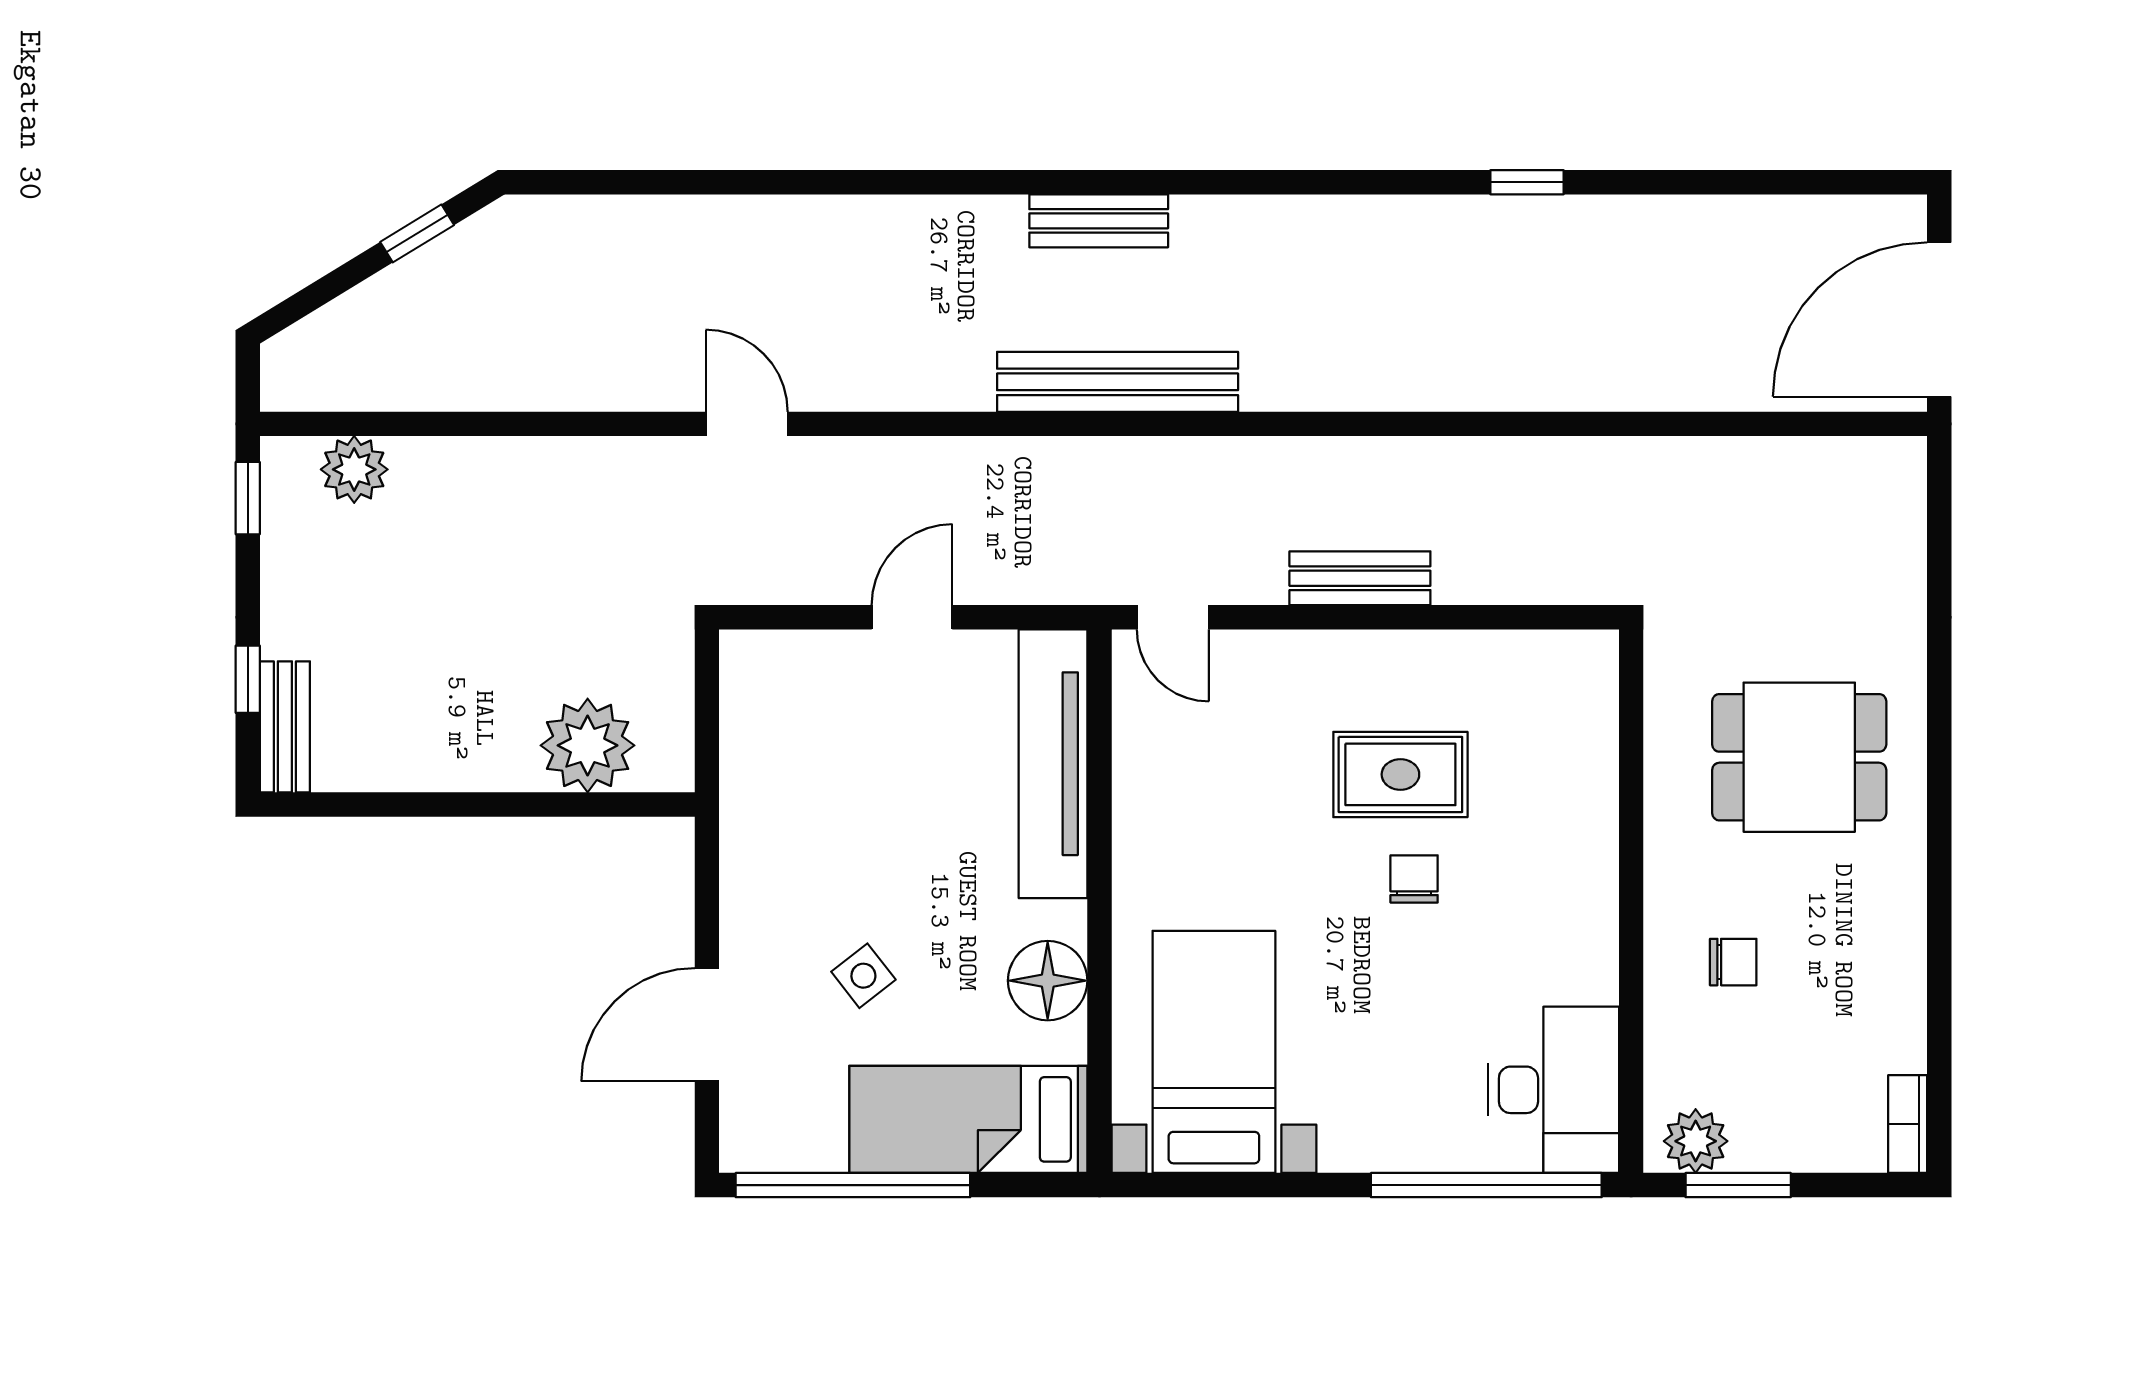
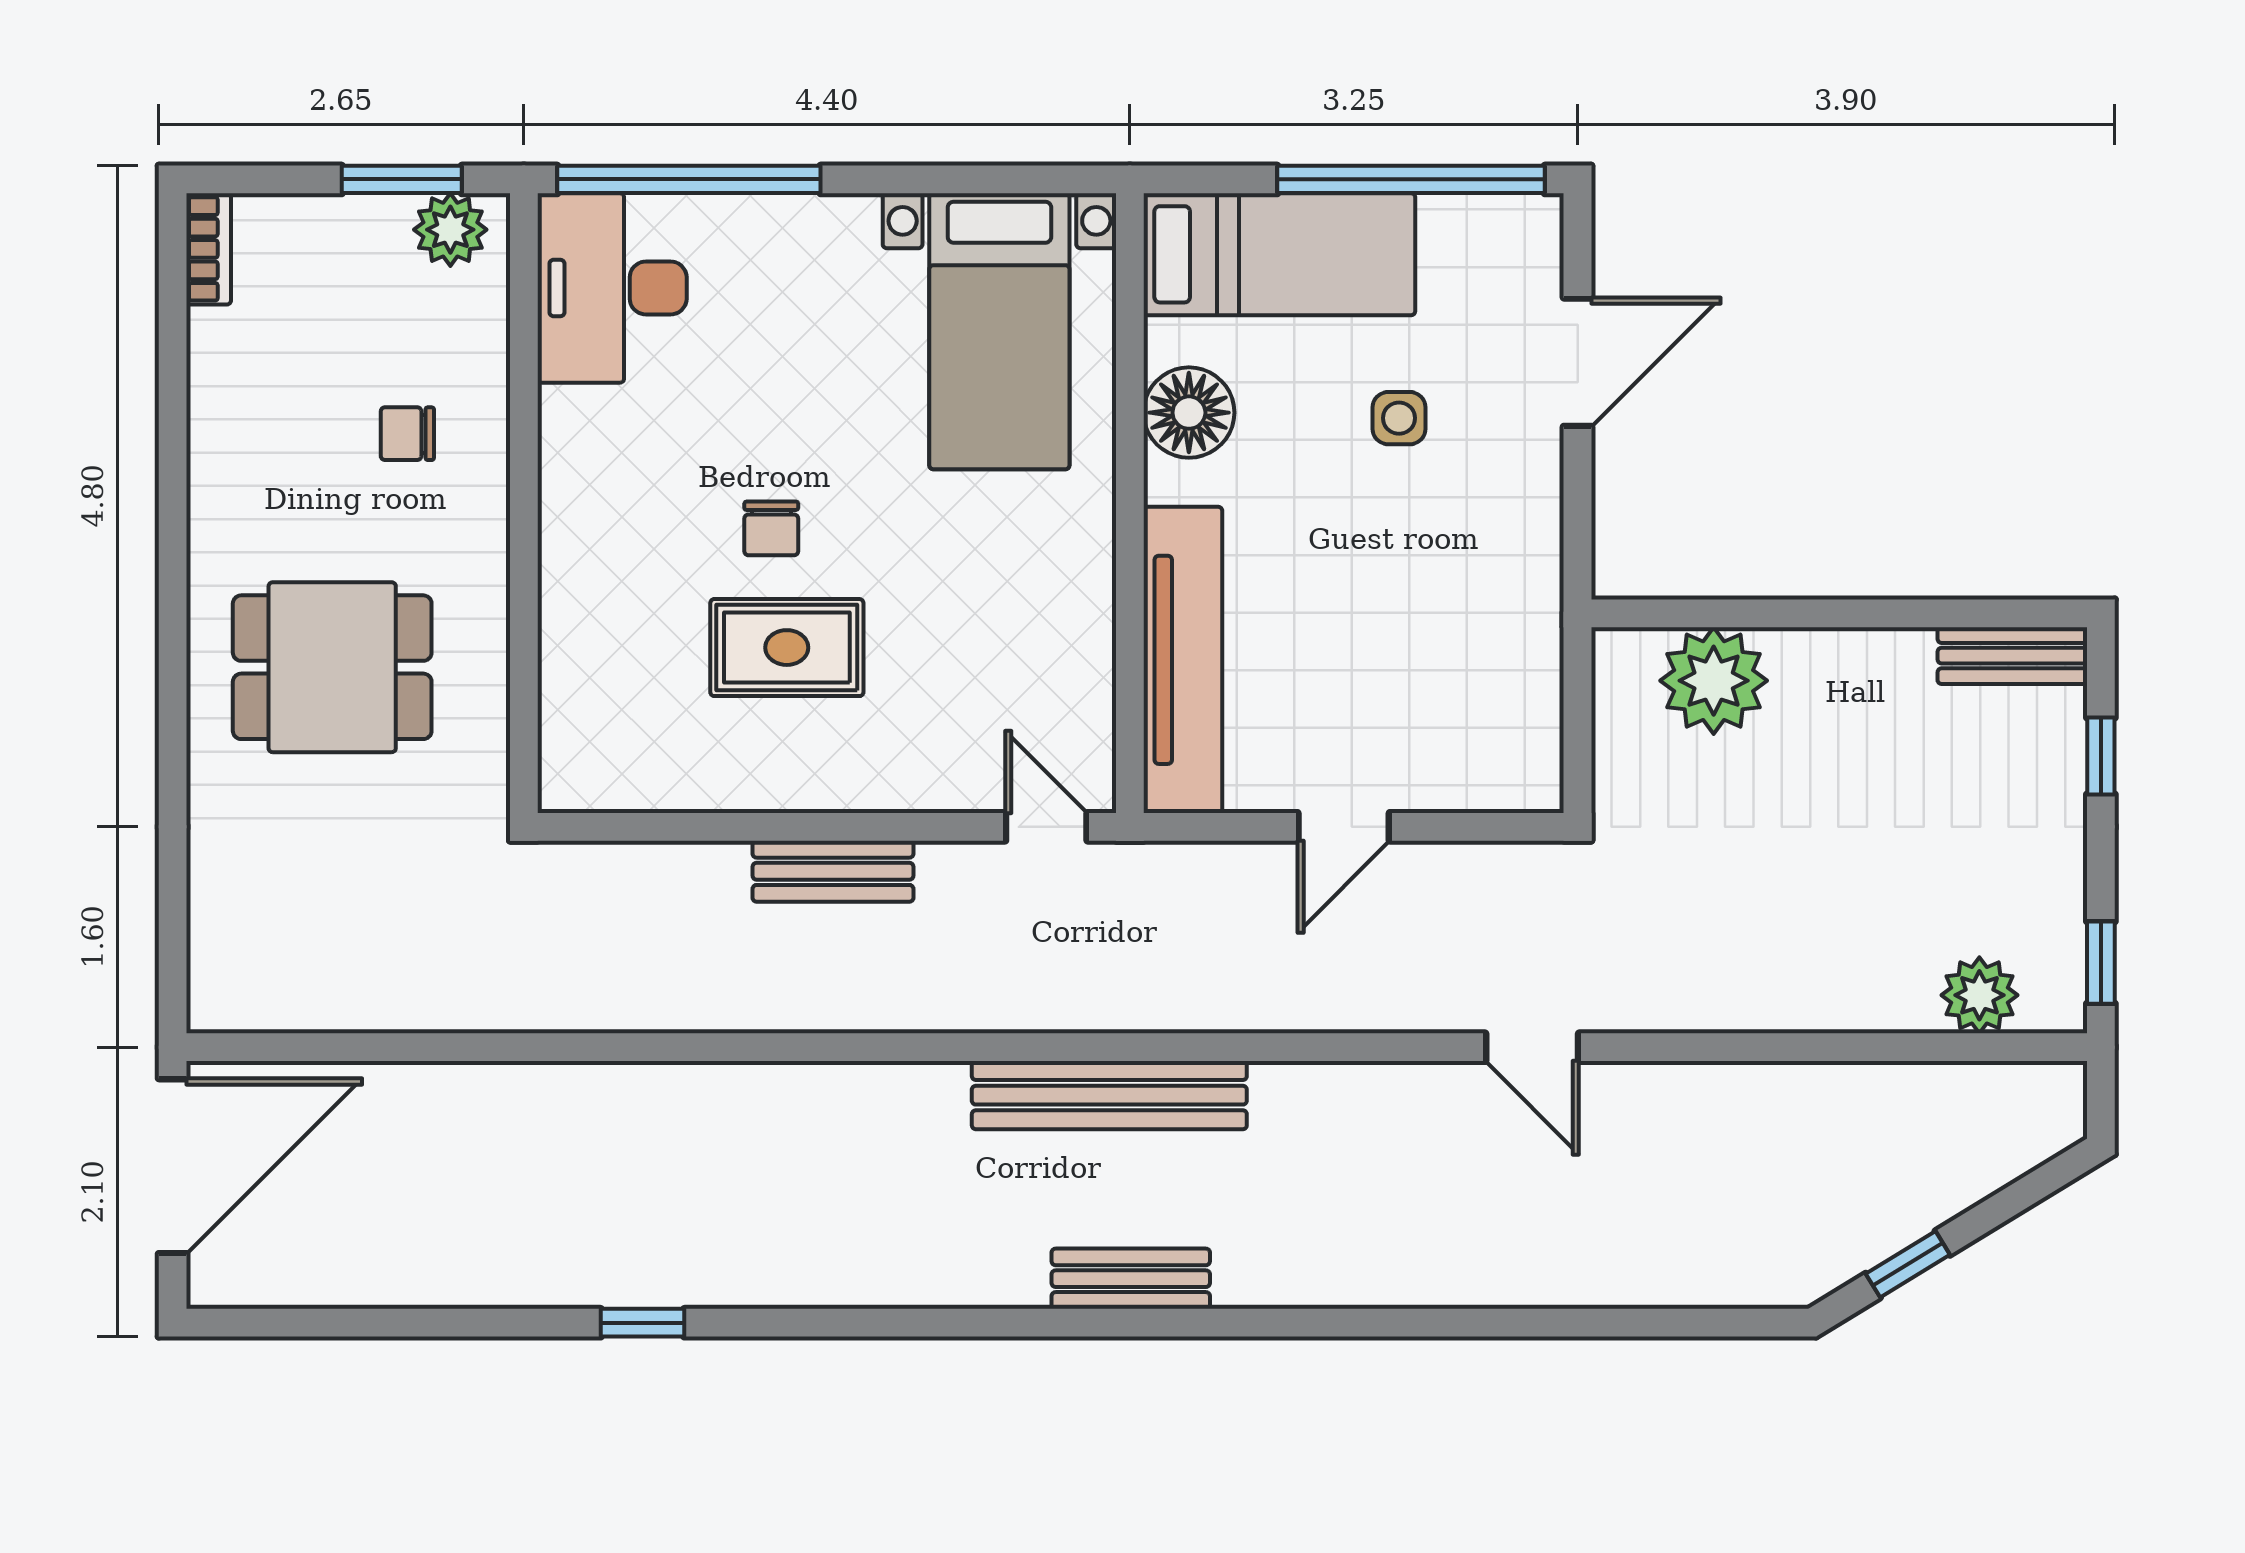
bench: (285, 727) -> (2012, 656), moved, turned 90
side table: (863, 976) -> (1399, 418), turned 38

